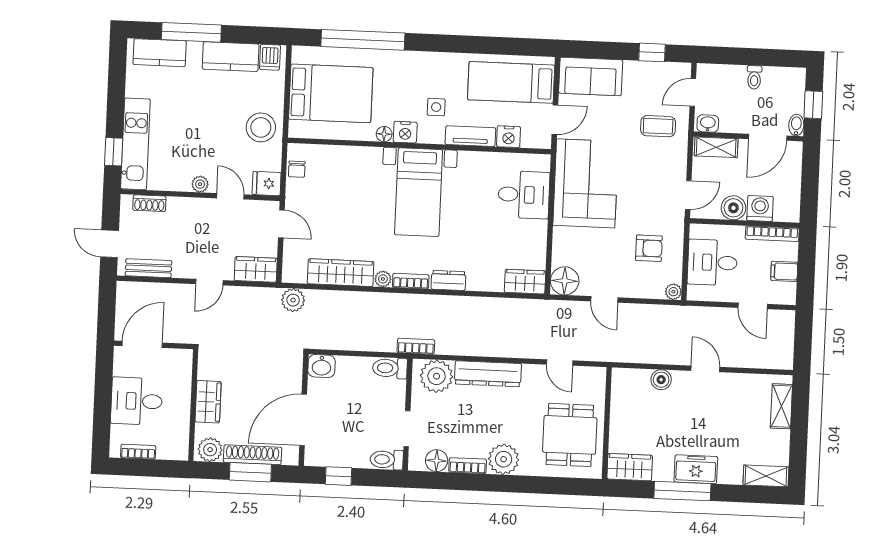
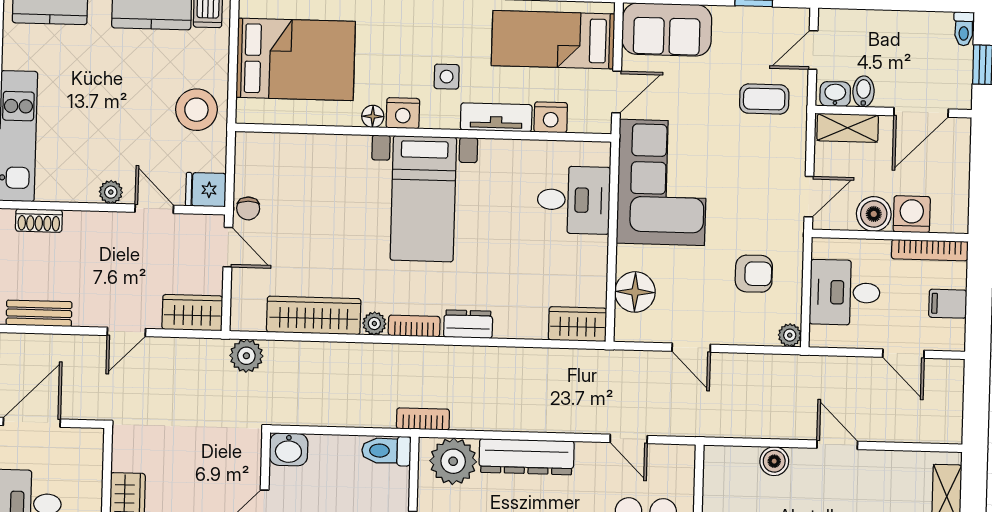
toilet: (754, 77) -> (964, 29), moved
bidet: (796, 125) -> (864, 91), moved
chair: (297, 169) -> (248, 208), moved
floor lamp: (565, 281) -> (635, 292), moved

